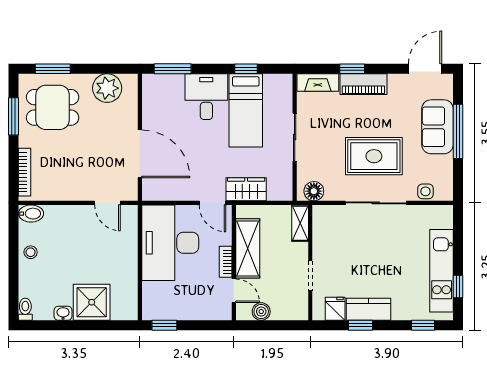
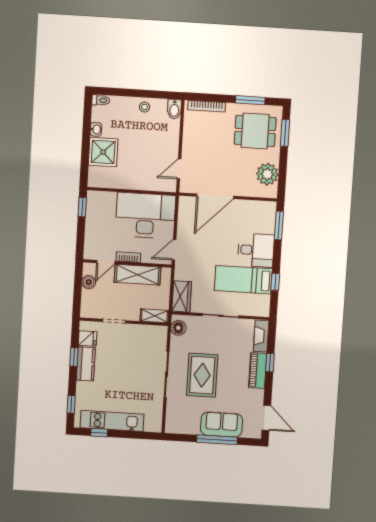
dining table: (53, 107) -> (255, 131), turned 90
wardrobe: (246, 189) -> (182, 296), moved
side table: (425, 191) -> (173, 412), removed

